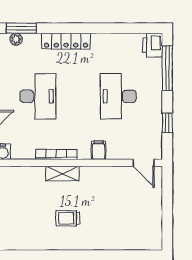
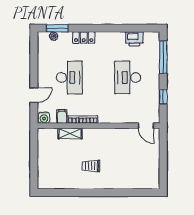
locker: (66, 41) -> (84, 37), width x0.66
printer: (153, 45) -> (134, 39), moved, turned -90
filing cabinet: (99, 150) -> (62, 116), moved
shelving: (62, 174) -> (70, 133), moved

